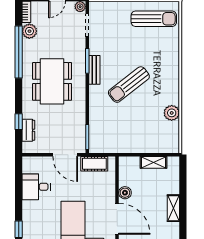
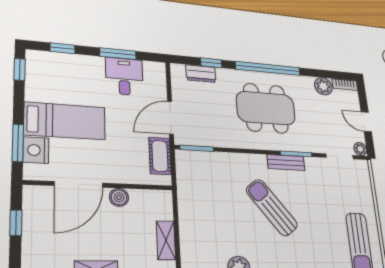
window: (19, 52) -> (268, 68), moved
window: (19, 191) -> (118, 54), added

